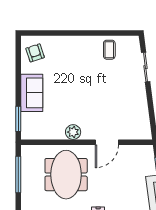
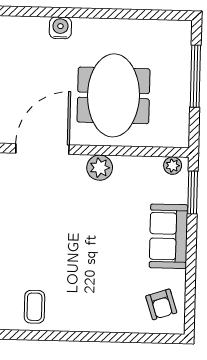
plant: (30, 134) -> (173, 166), added
door: (107, 142) -> (42, 149), width x1.36
window: (18, 175) -> (195, 76), moved

